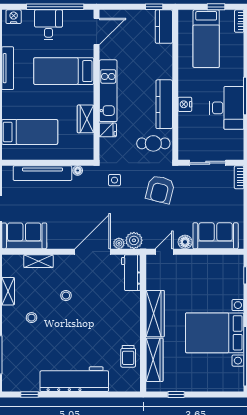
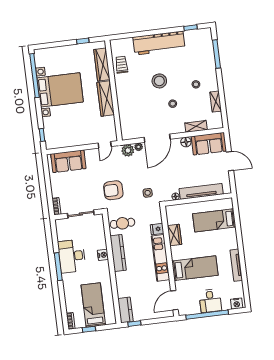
armchair: (160, 189) -> (113, 190), turned -104
floor lamp: (185, 242) -> (186, 142), moved
workbench: (131, 273) -> (127, 126), removed
stool: (80, 328) -> (159, 81), added

